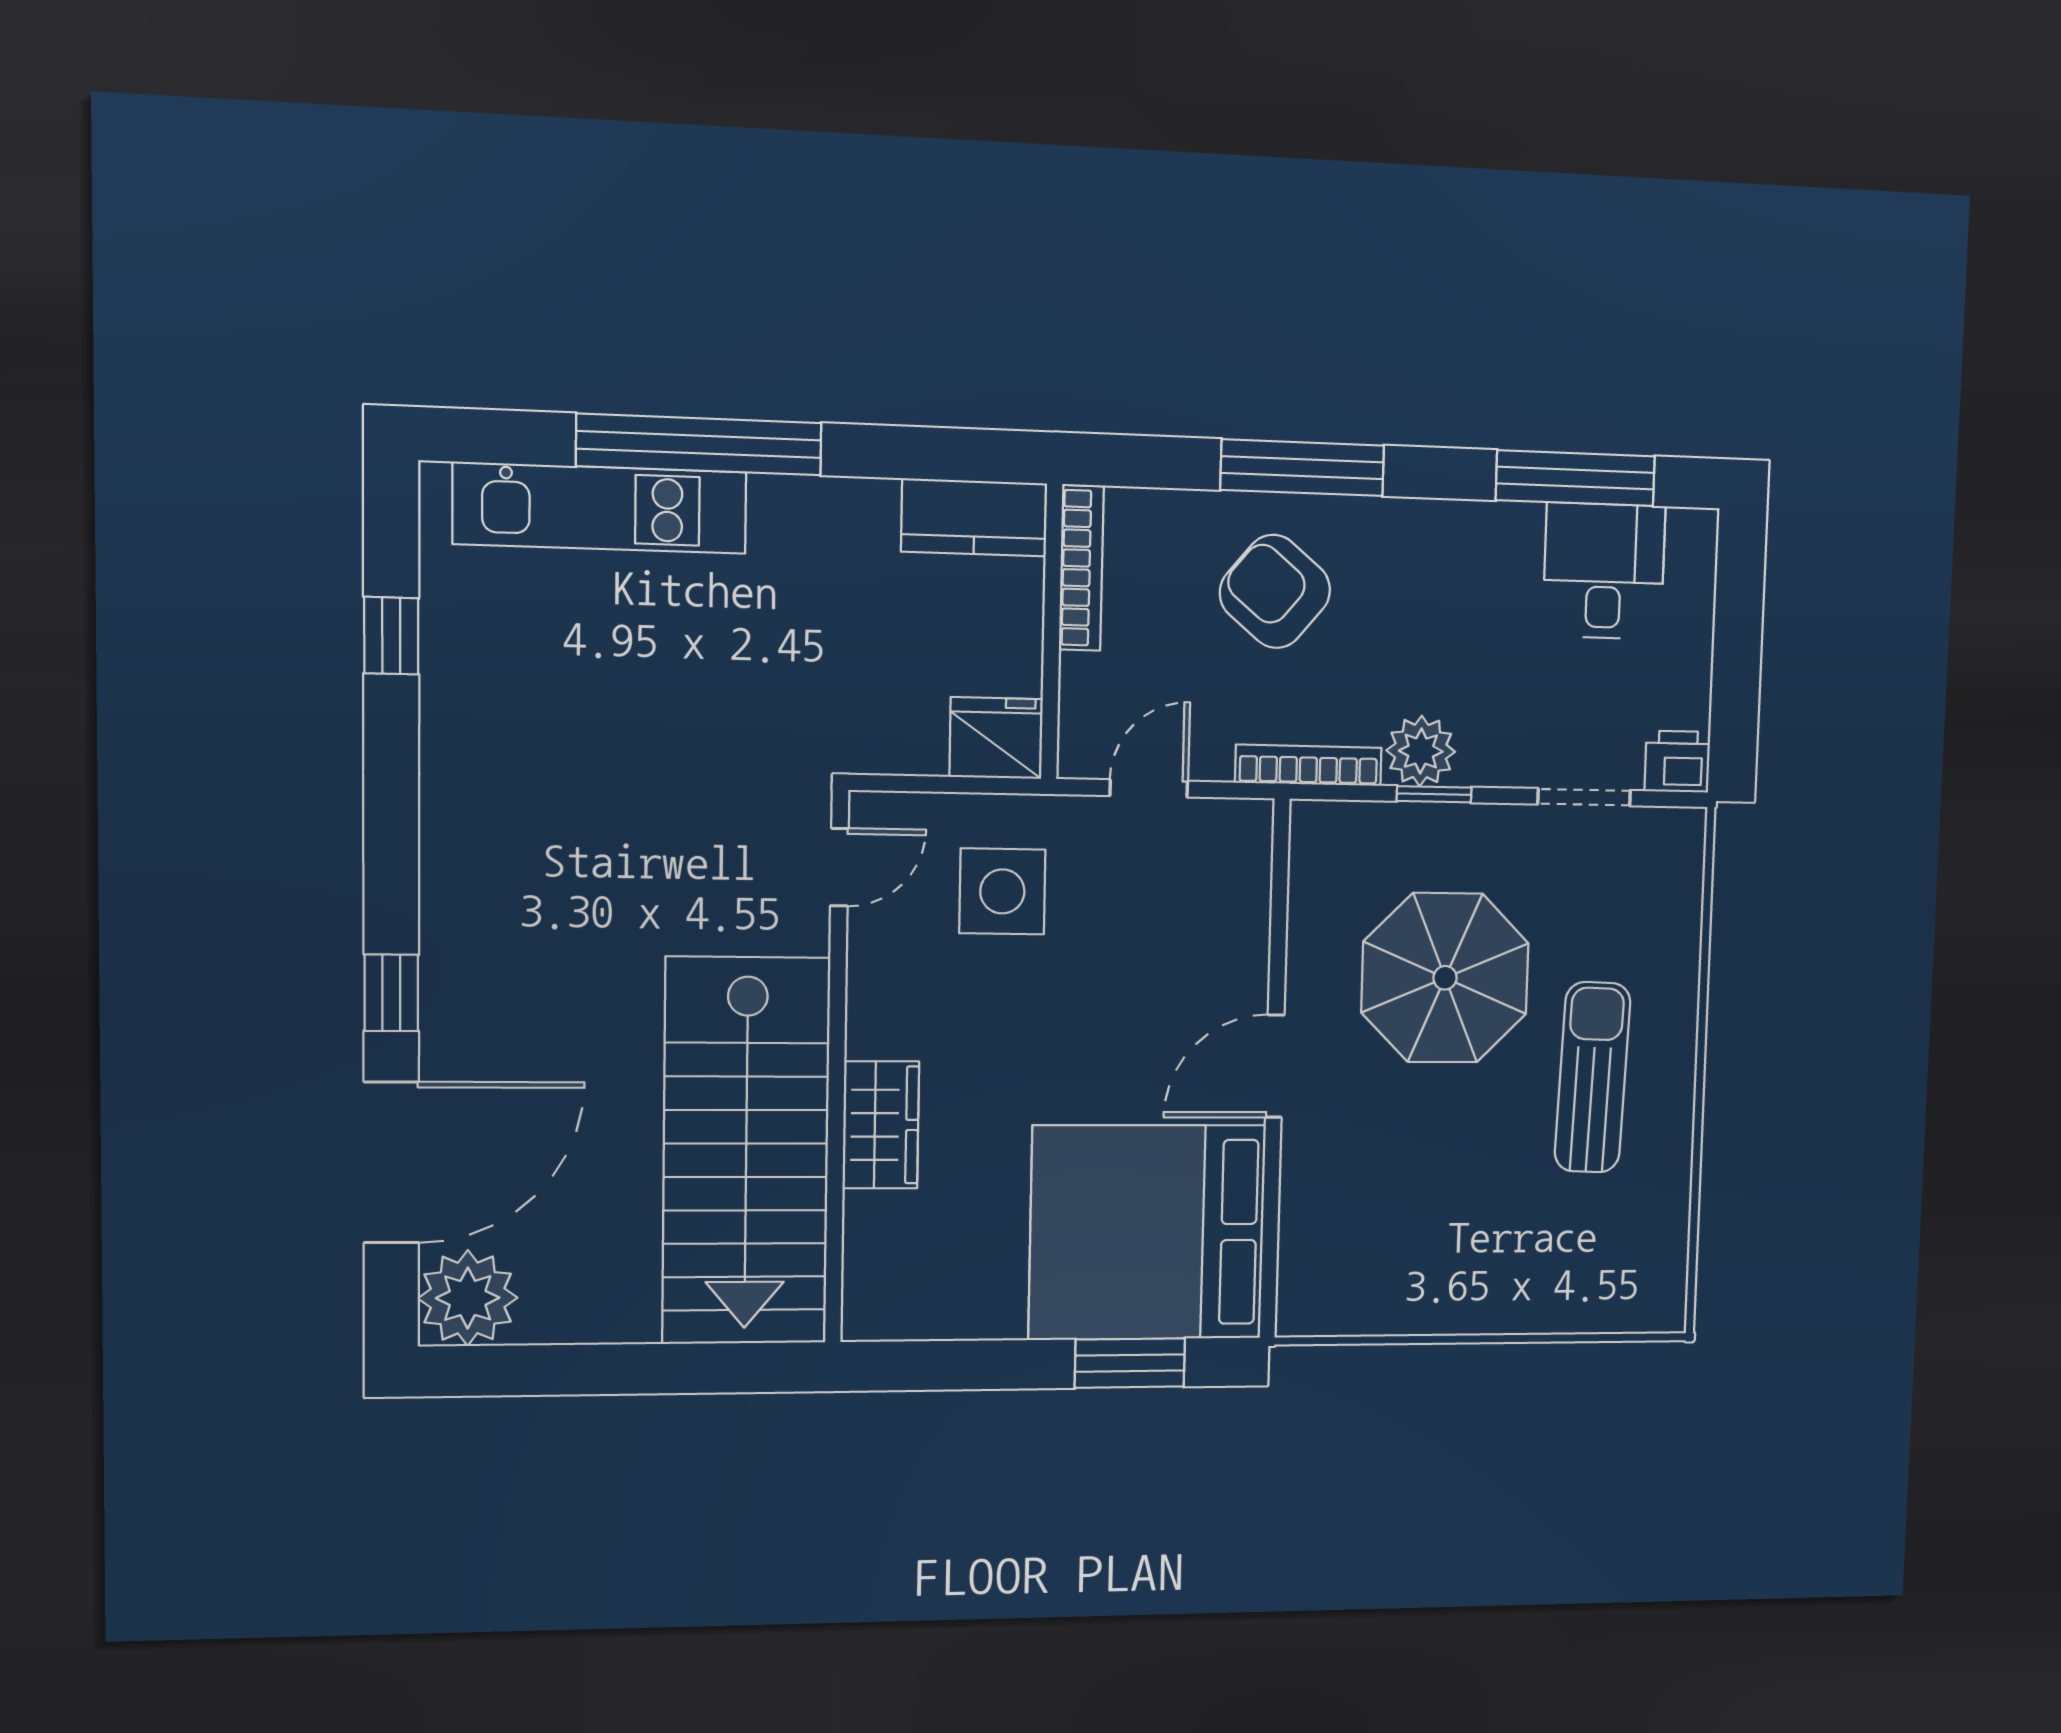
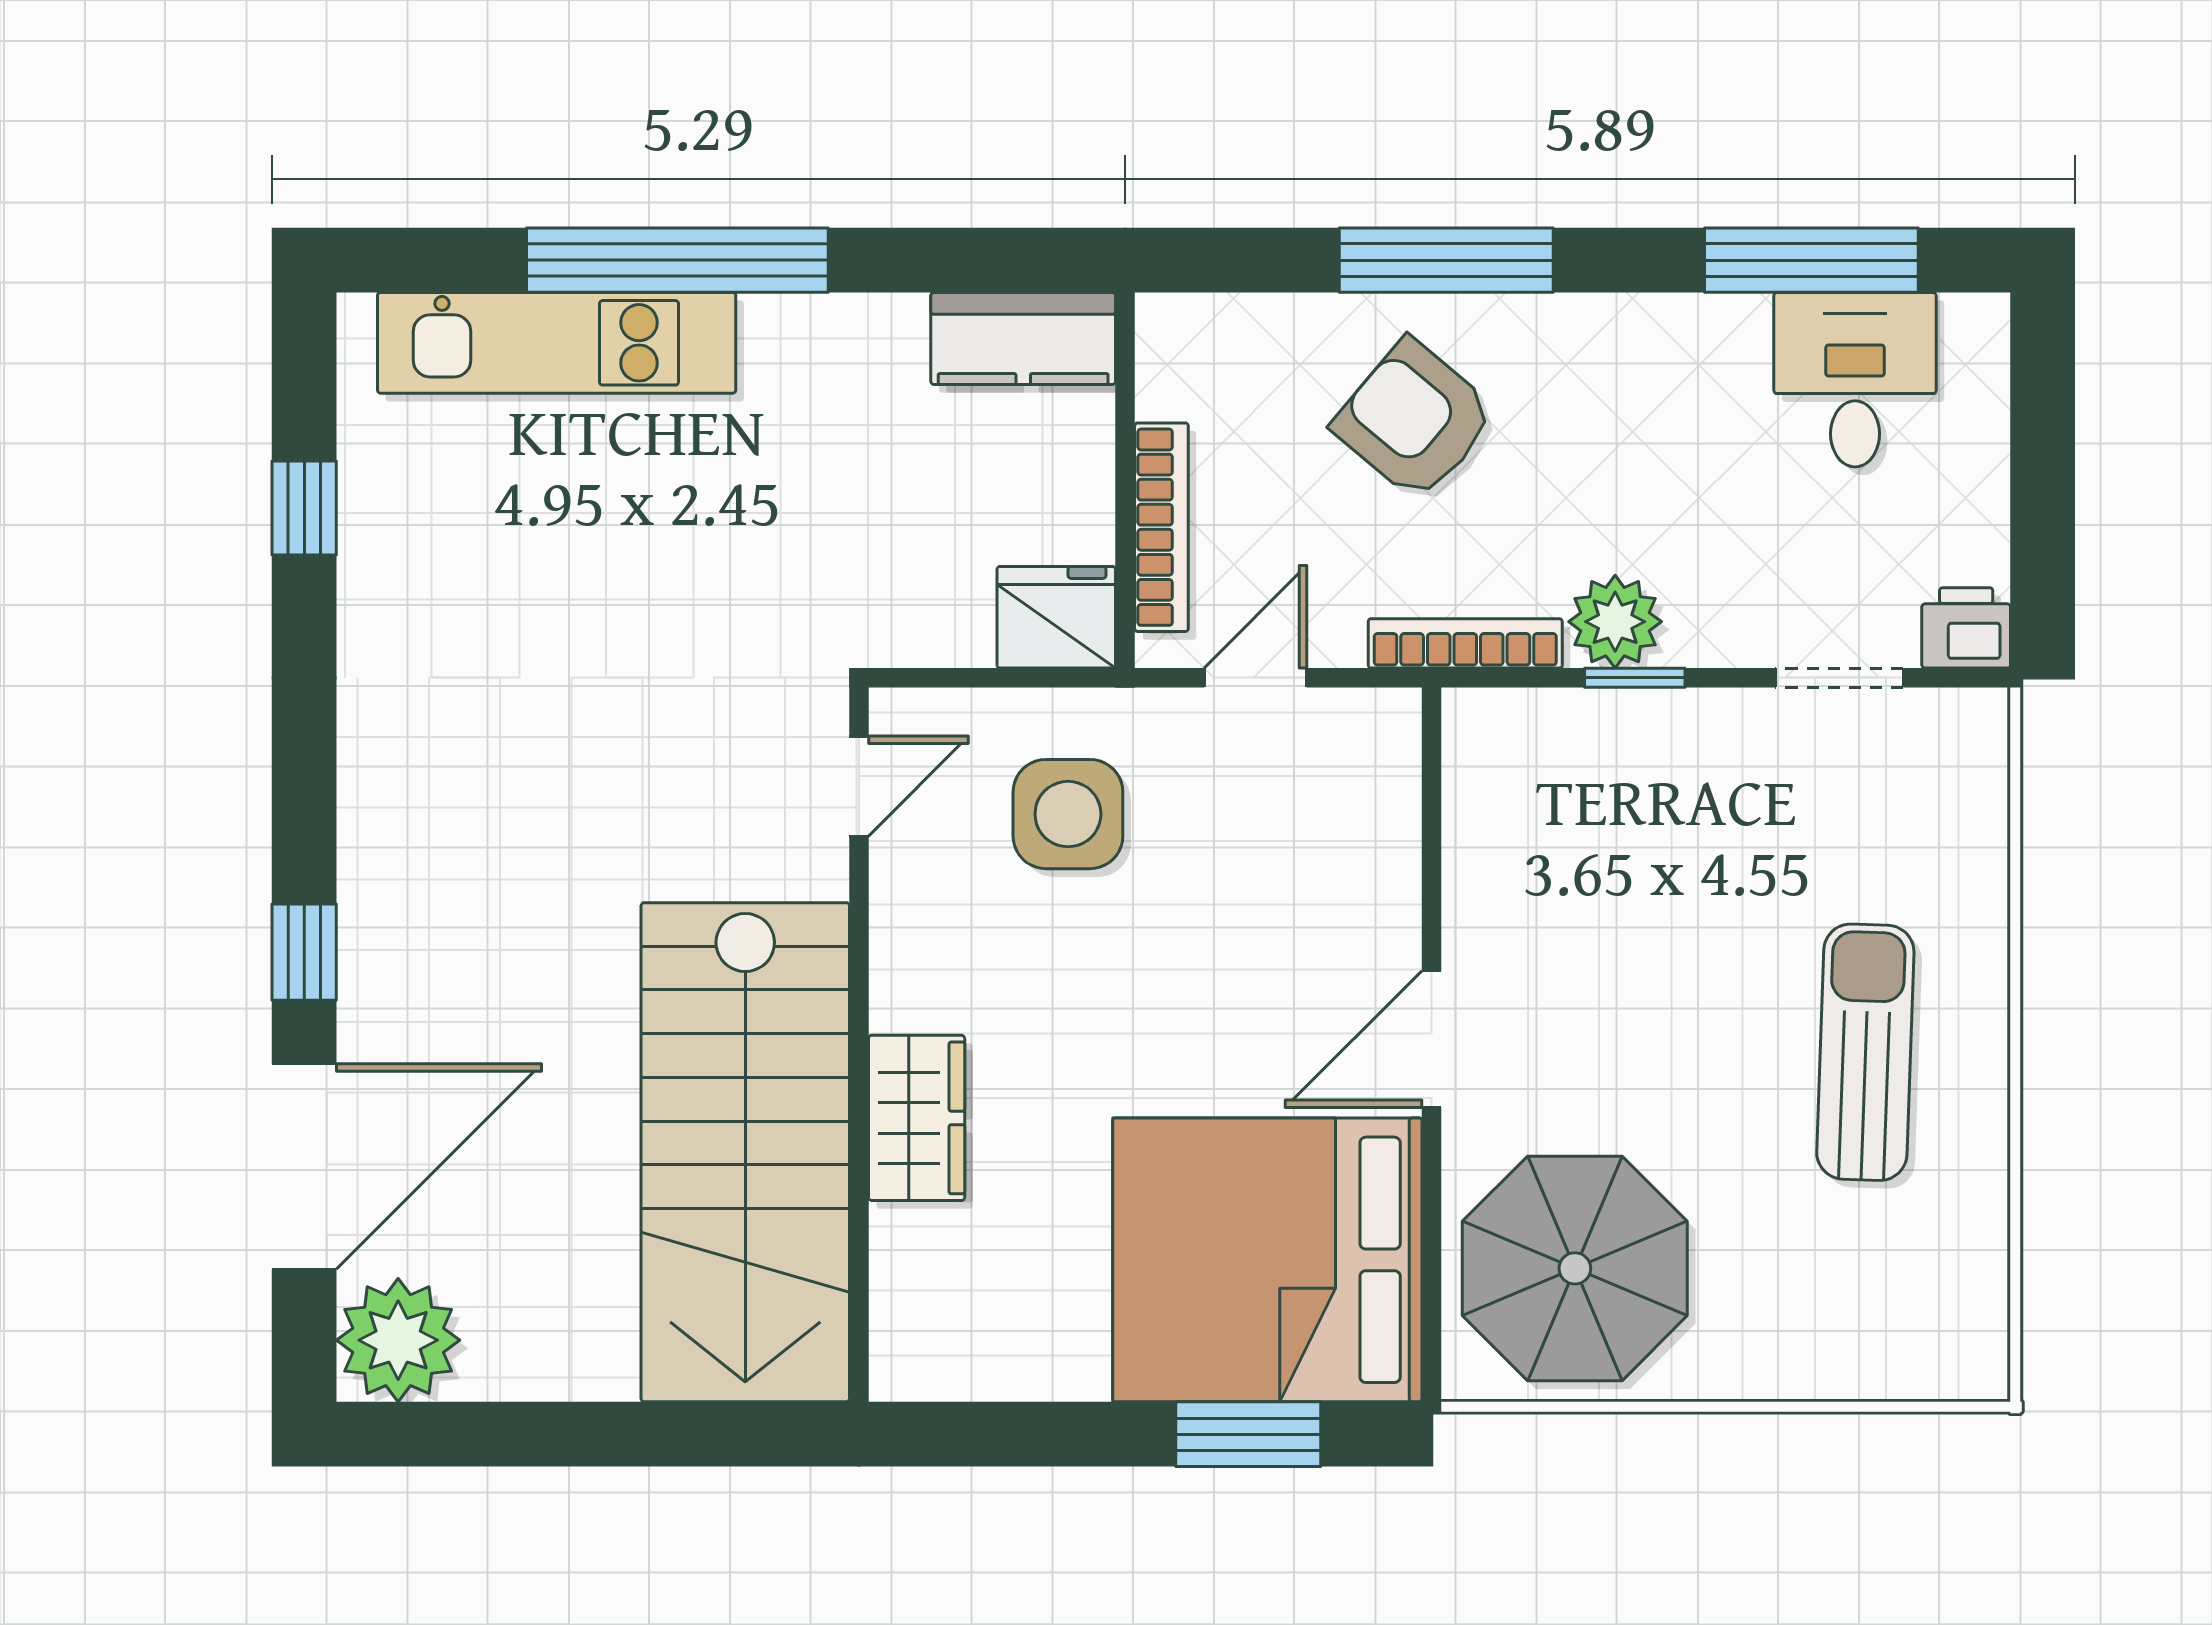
bookcase: (1081, 568) -> (1161, 527), moved
parasol: (1445, 978) -> (1575, 1268), moved

